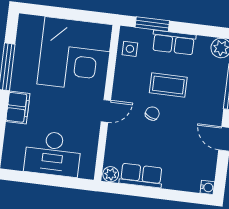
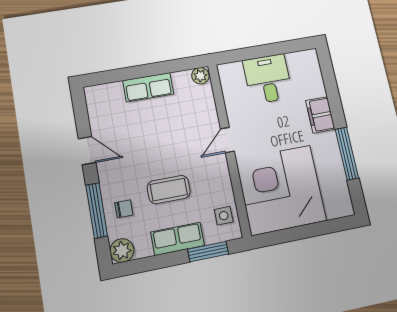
chair: (152, 114) -> (124, 209), moved, turned -111
desk: (53, 154) -> (268, 79), width x0.73
row of seats: (141, 176) -> (148, 87), moved
water cooler: (207, 187) -> (92, 93), removed

